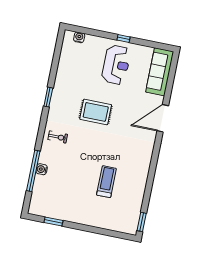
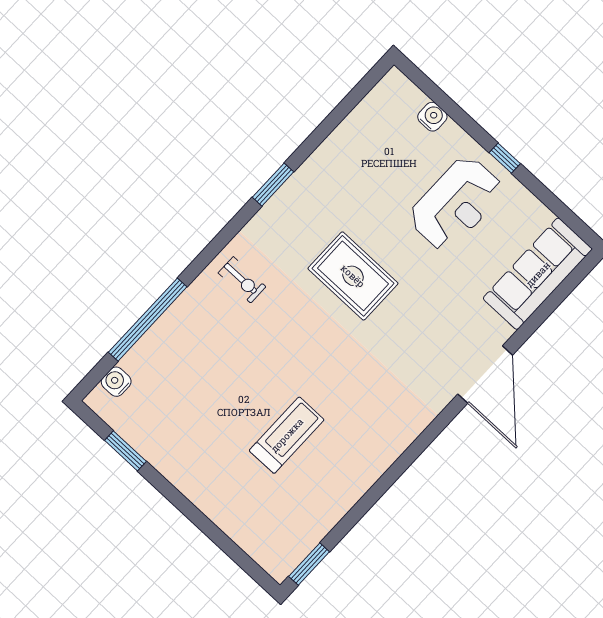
water cooler: (79, 37) -> (432, 117), moved
door: (163, 118) -> (485, 375), swing flipped
water cooler: (42, 169) -> (116, 382), moved

